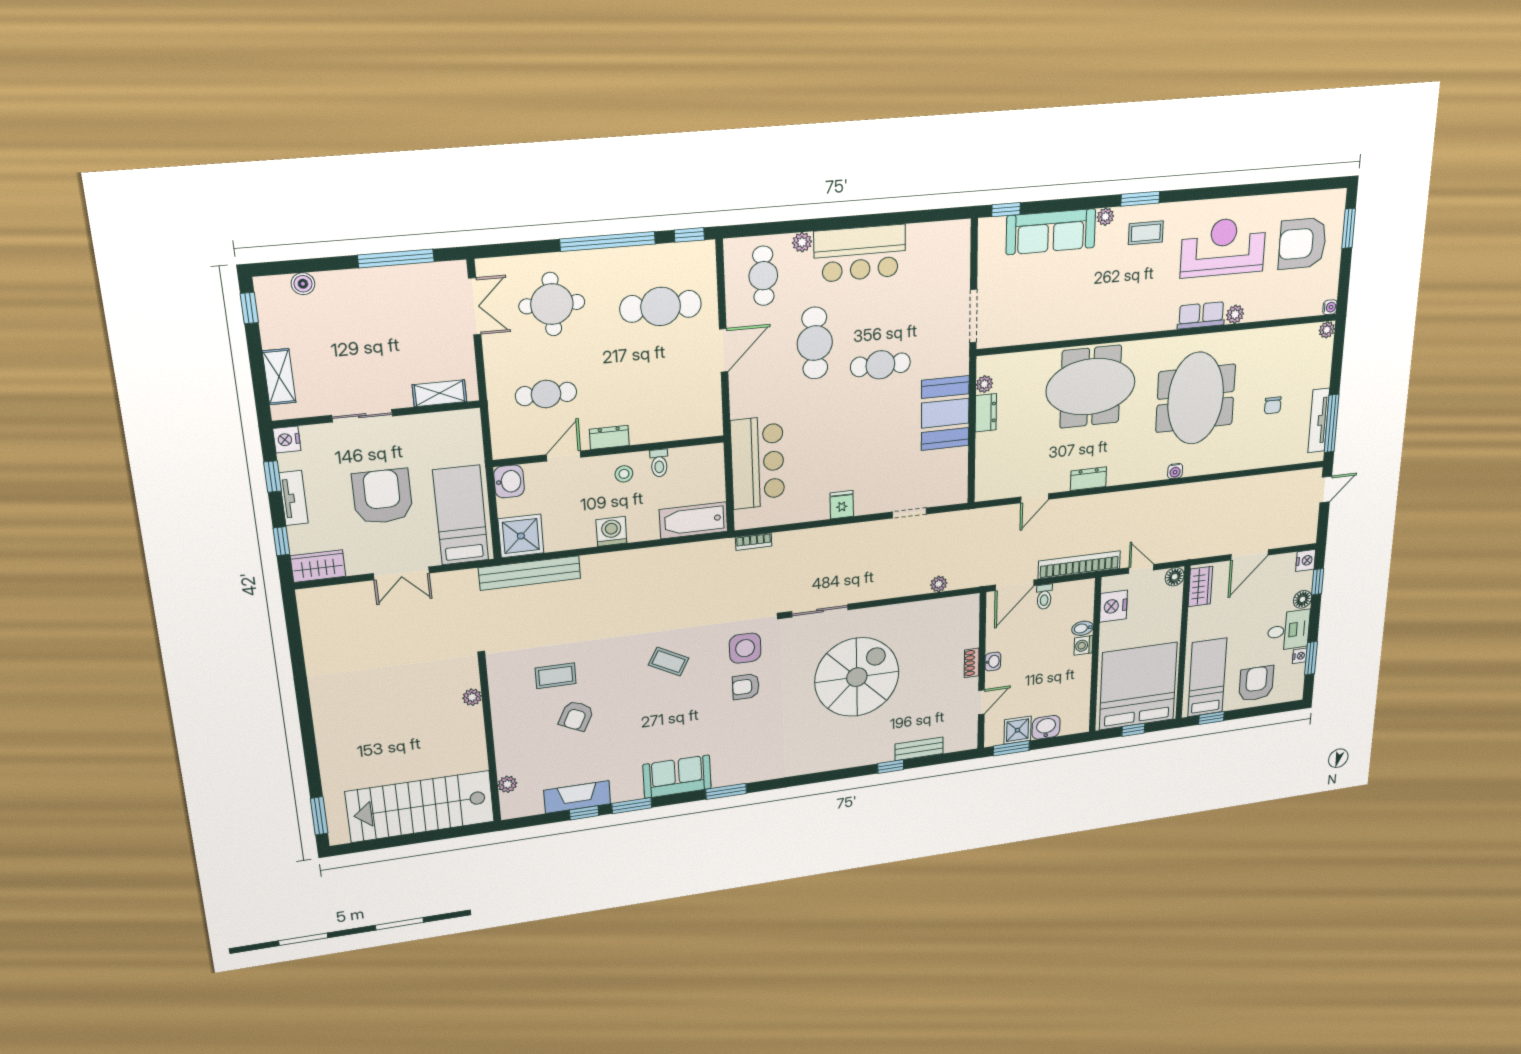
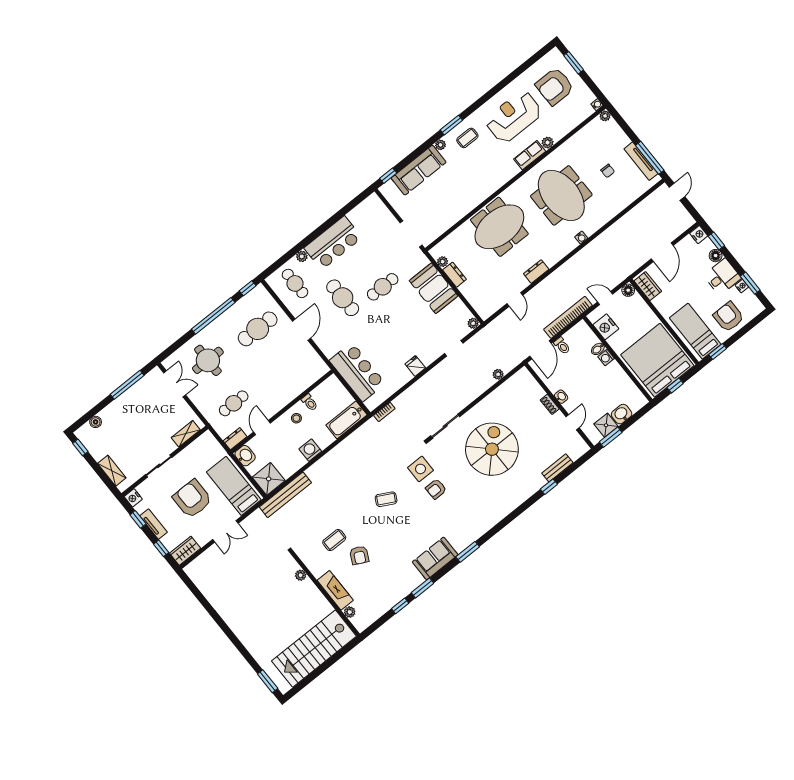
dresser: (609, 437) -> (235, 439), moved
plant: (959, 495) -> (473, 323), added
fireplace: (577, 797) -> (335, 590), moved, turned 90

